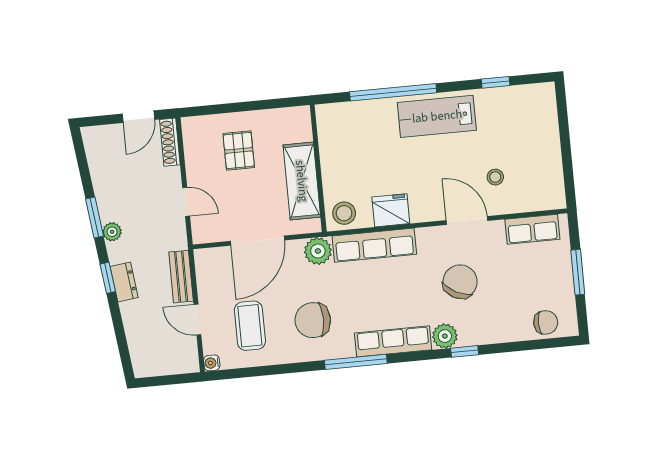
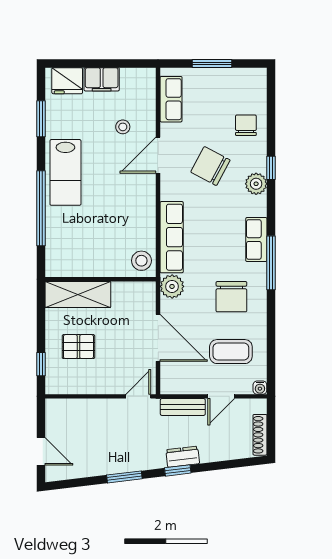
window: (496, 82) -> (41, 119), width x1.50
window: (214, 109) -> (41, 364), added
door: (138, 117) -> (41, 451), moved
shoe rack: (170, 142) -> (260, 435), moved, turned 90
filing cabinet: (547, 148) -> (102, 79), added
shelving: (302, 181) -> (78, 294), moved
door: (186, 202) -> (138, 396), moved
fridge: (391, 210) -> (67, 81), moved, turned -90
plant: (112, 232) -> (138, 463), removed
chair: (546, 322) -> (246, 125), moved
row of seats: (393, 341) -> (256, 240), width x0.68

